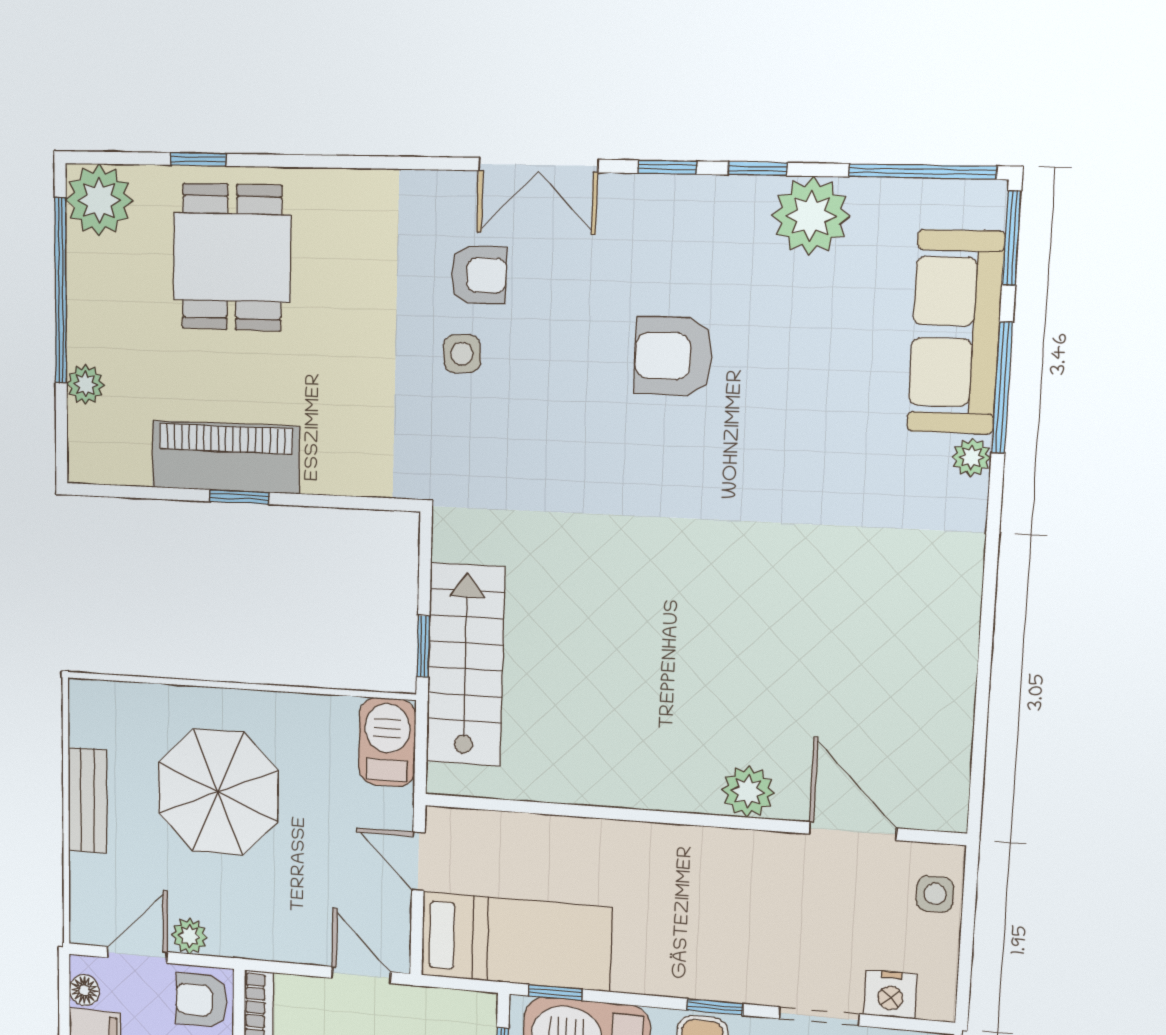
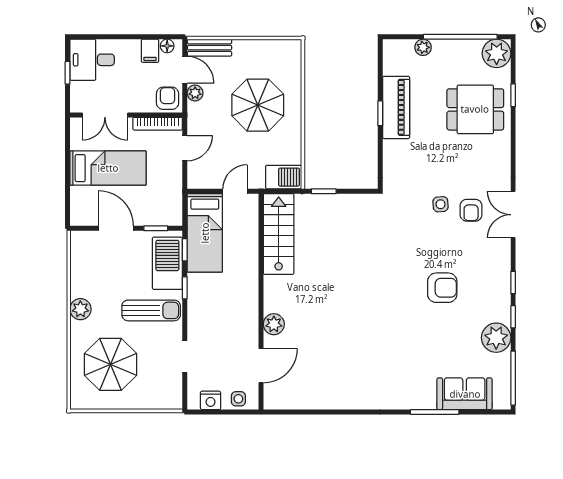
double door: (538, 165) -> (513, 215), moved
window: (1012, 238) -> (490, 412), removed
sofa: (956, 332) -> (465, 394), width x0.73
armchair: (673, 356) -> (442, 288), turned 90
plant: (971, 457) -> (408, 402), removed
stairs: (465, 665) -> (279, 234), moved, turned -90
bench: (87, 800) -> (210, 48), moved
door: (361, 975) -> (185, 148), moved
nightstand: (890, 994) -> (211, 400), moved, turned -90
window: (715, 1007) -> (185, 288), moved

